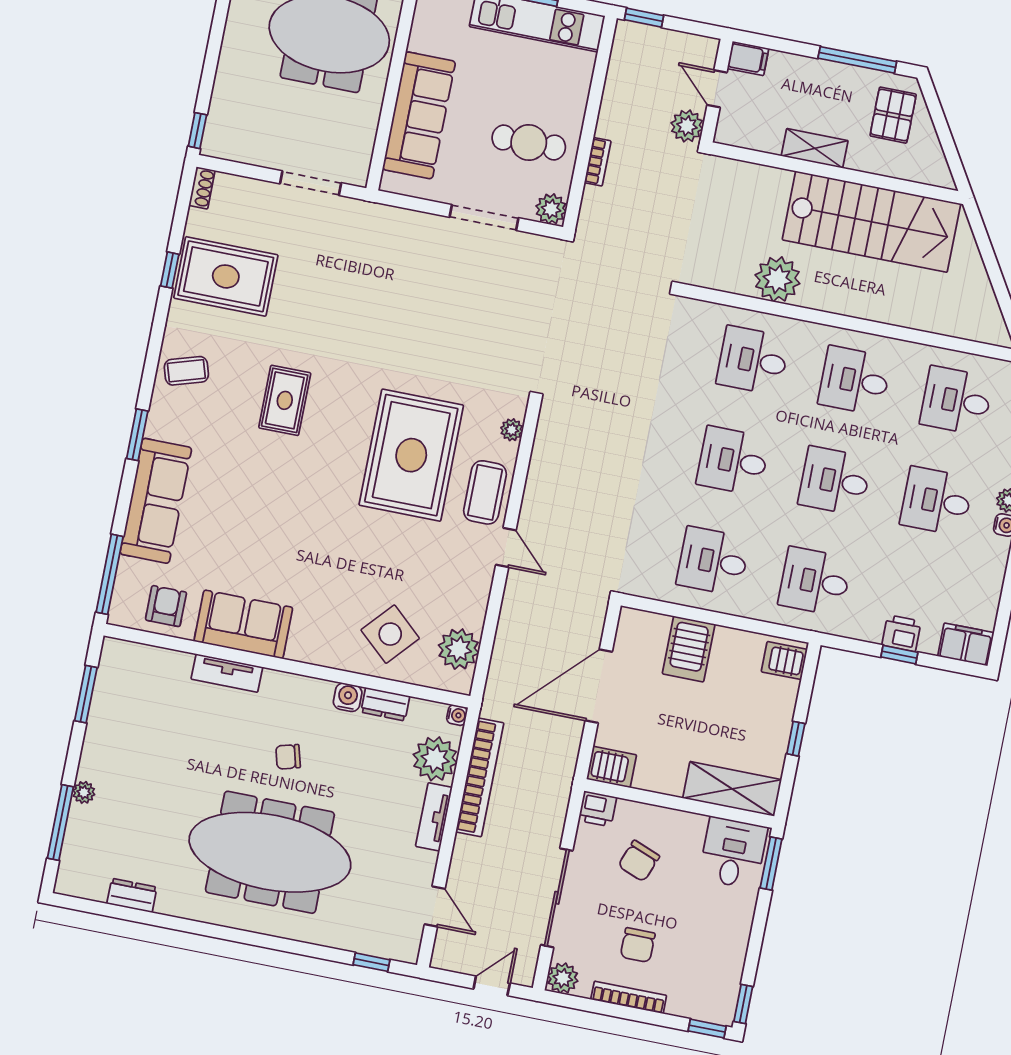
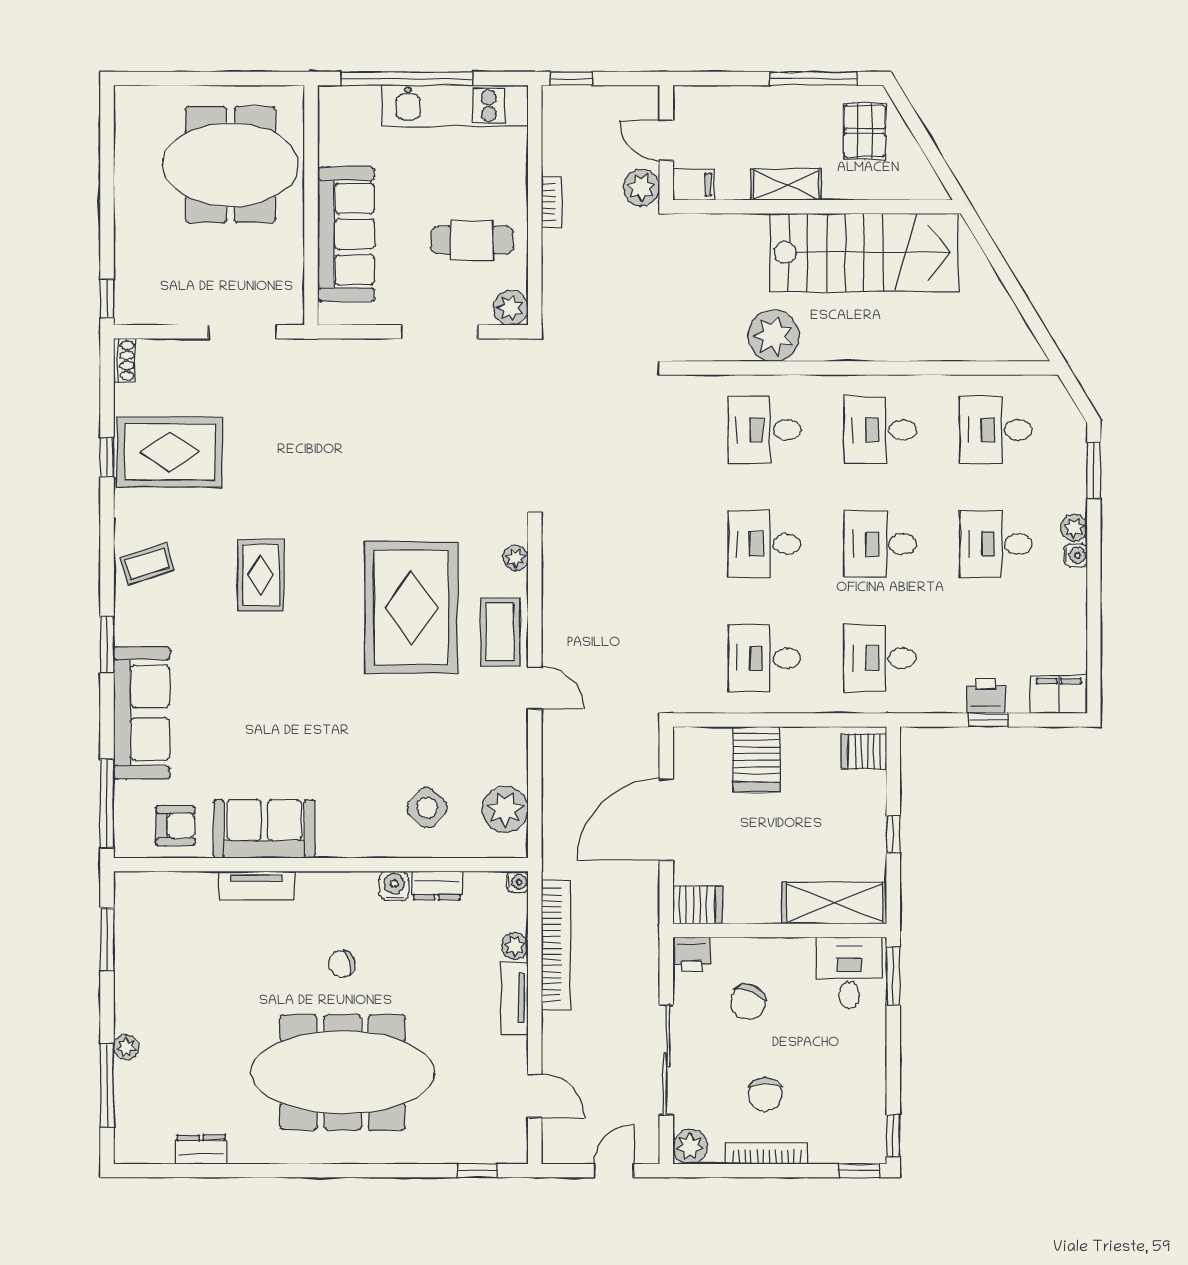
filing cabinet: (748, 58) -> (694, 185), moved
bookcase: (598, 162) -> (552, 202), moved
armchair: (166, 606) -> (176, 826), turned 90
side table: (390, 634) -> (427, 808), width x0.73, depth x0.73
plant: (435, 759) -> (515, 946), width x0.53, depth x0.53

